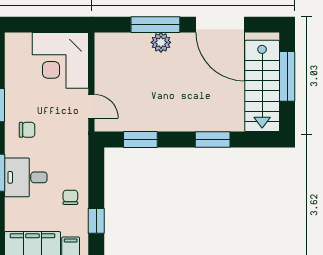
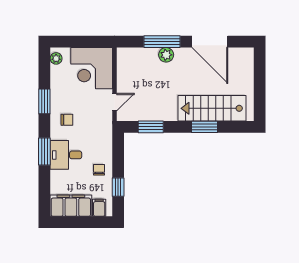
plant: (13, 47) -> (56, 58), added
window: (287, 76) -> (260, 80), removed
stairs: (262, 86) -> (212, 108), moved, turned 90
door: (91, 106) -> (114, 102), hinge flipped

